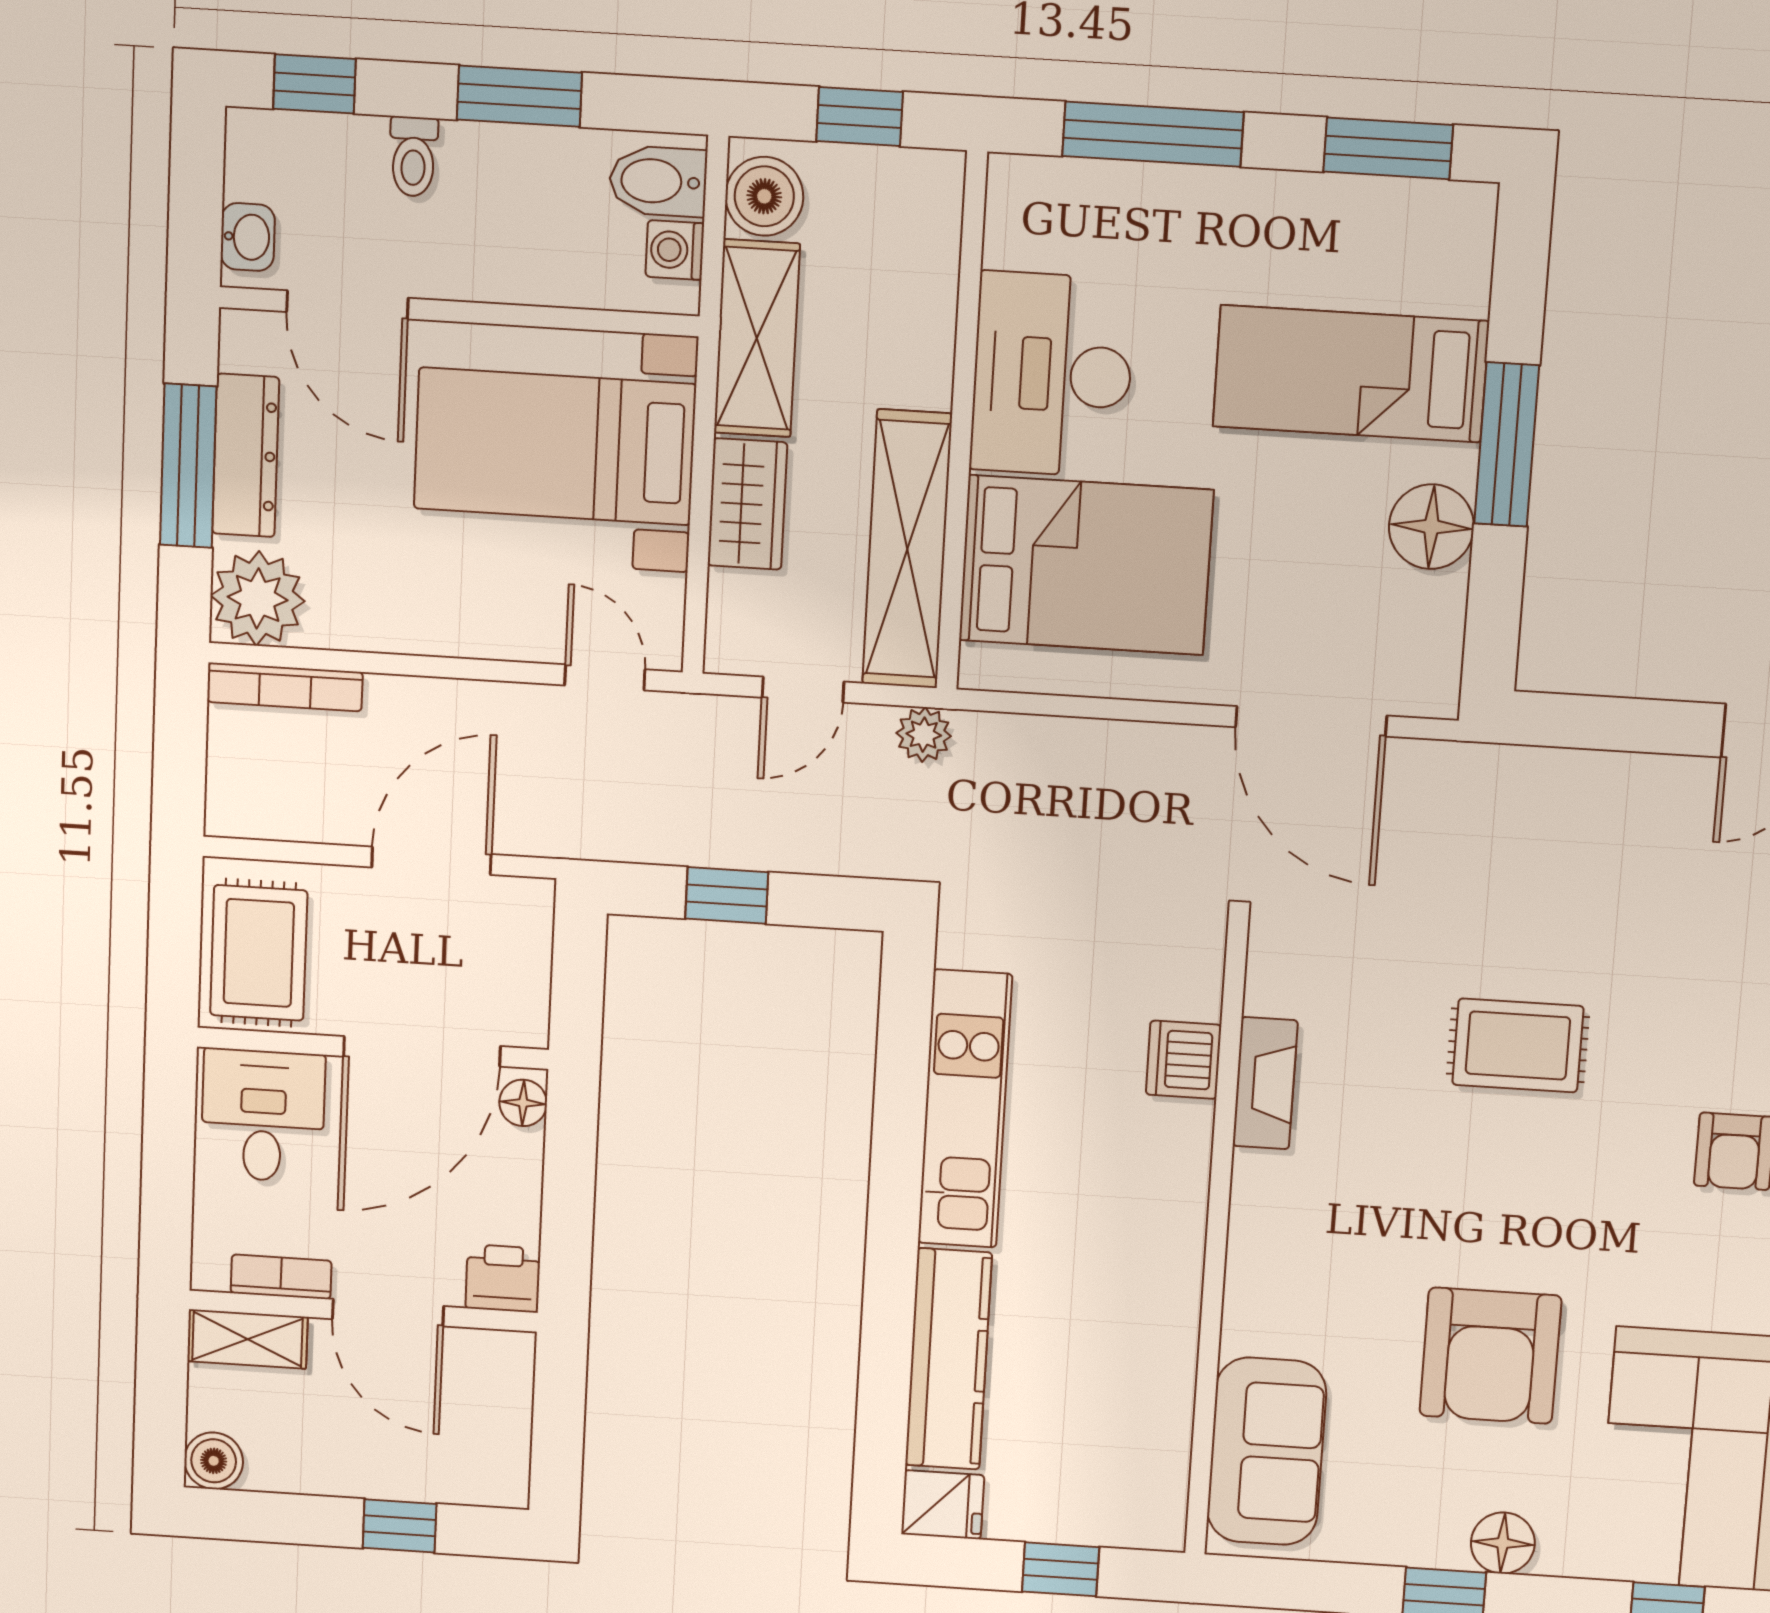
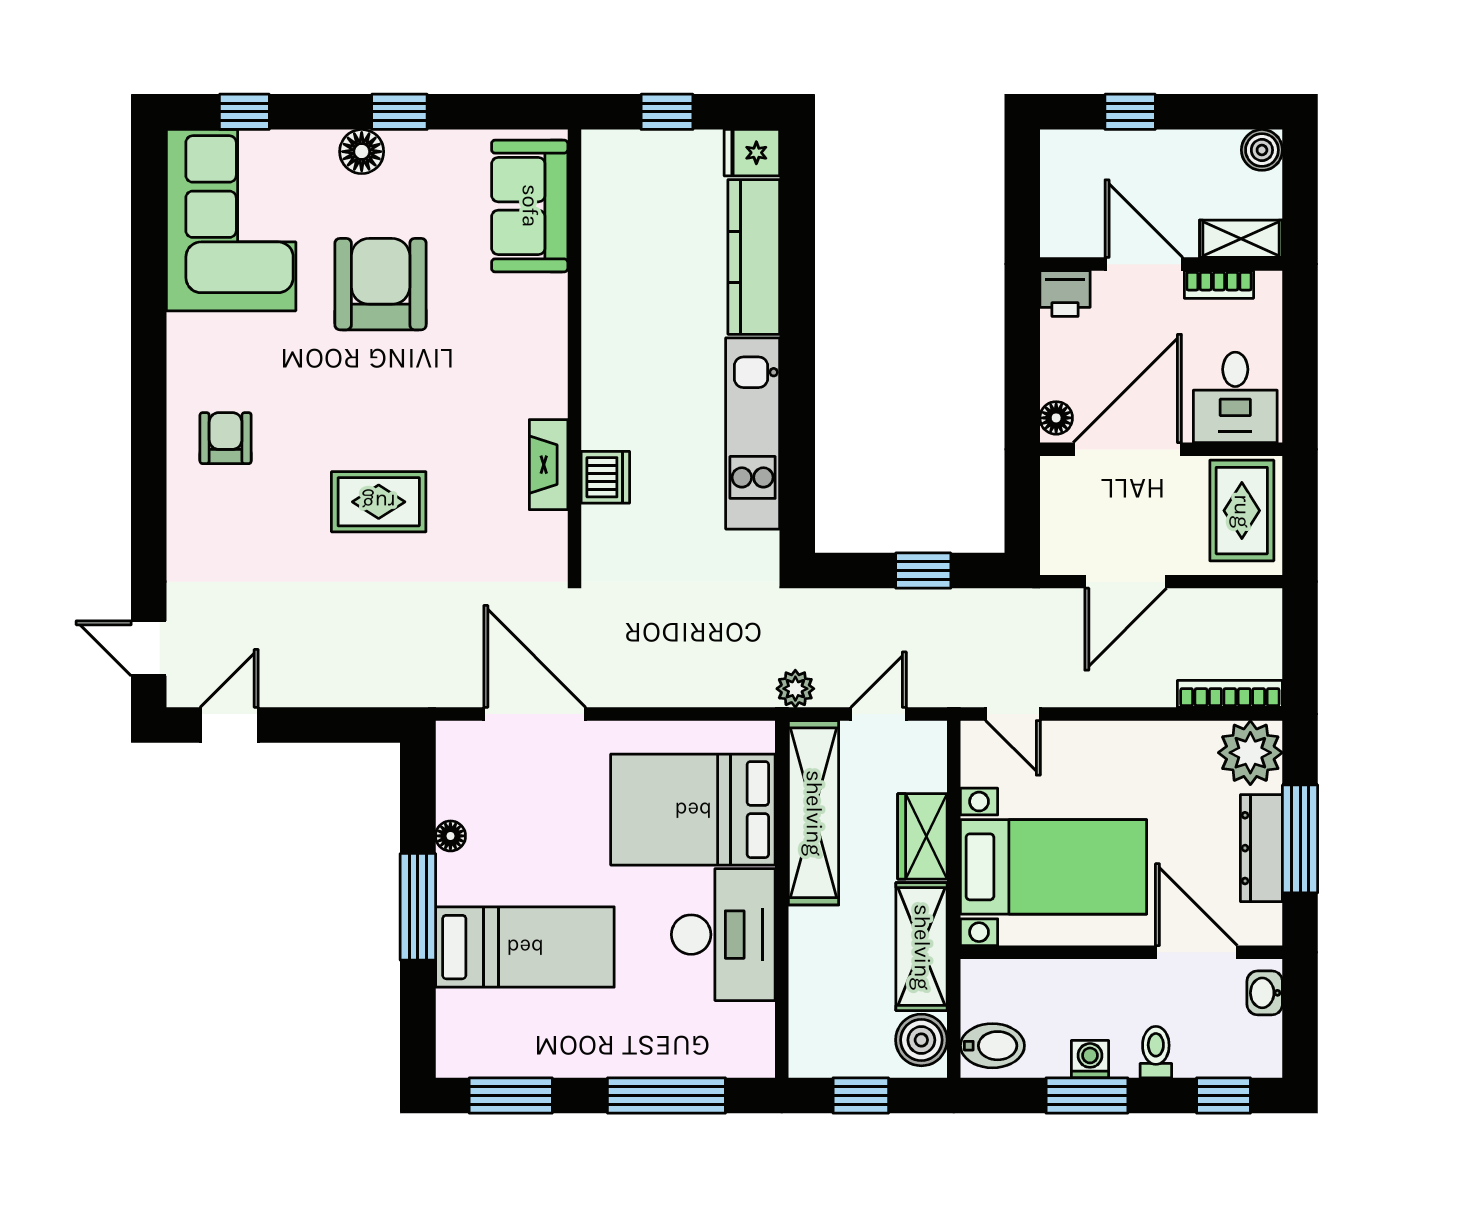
washing machine: (675, 250) -> (1090, 1059), moved, turned -90
floor lamp: (1431, 527) -> (450, 836), width x0.53, depth x0.53

